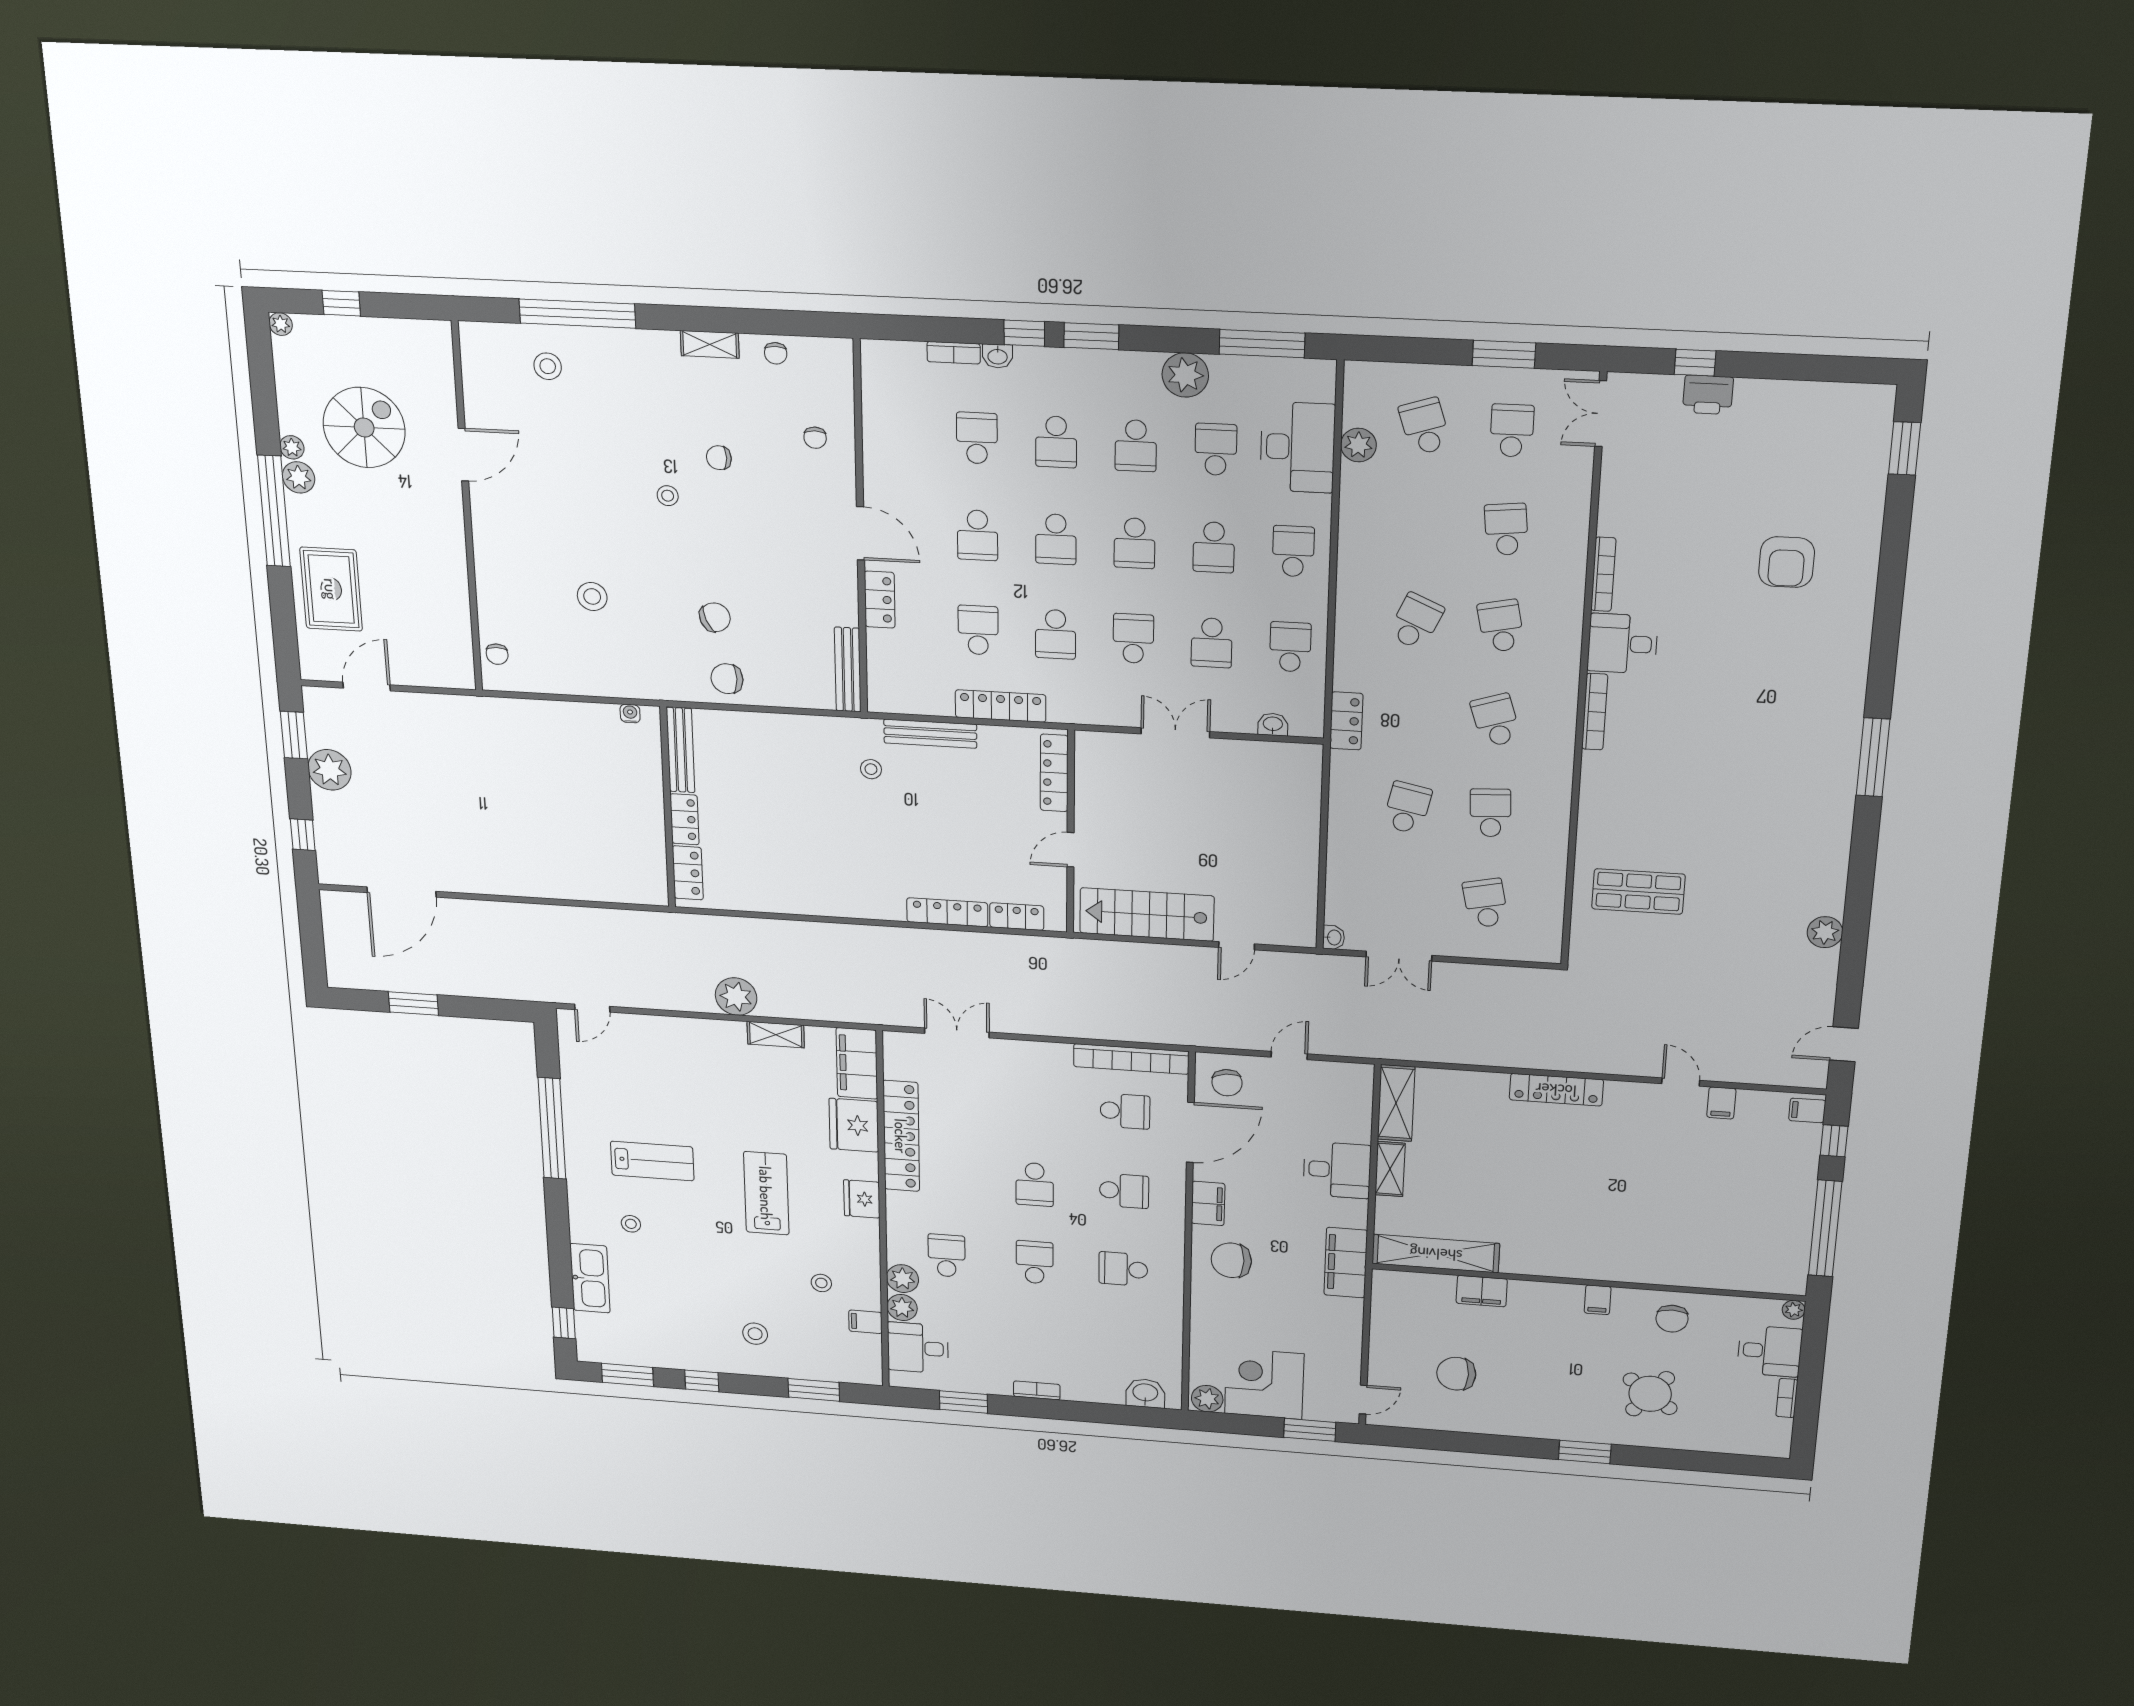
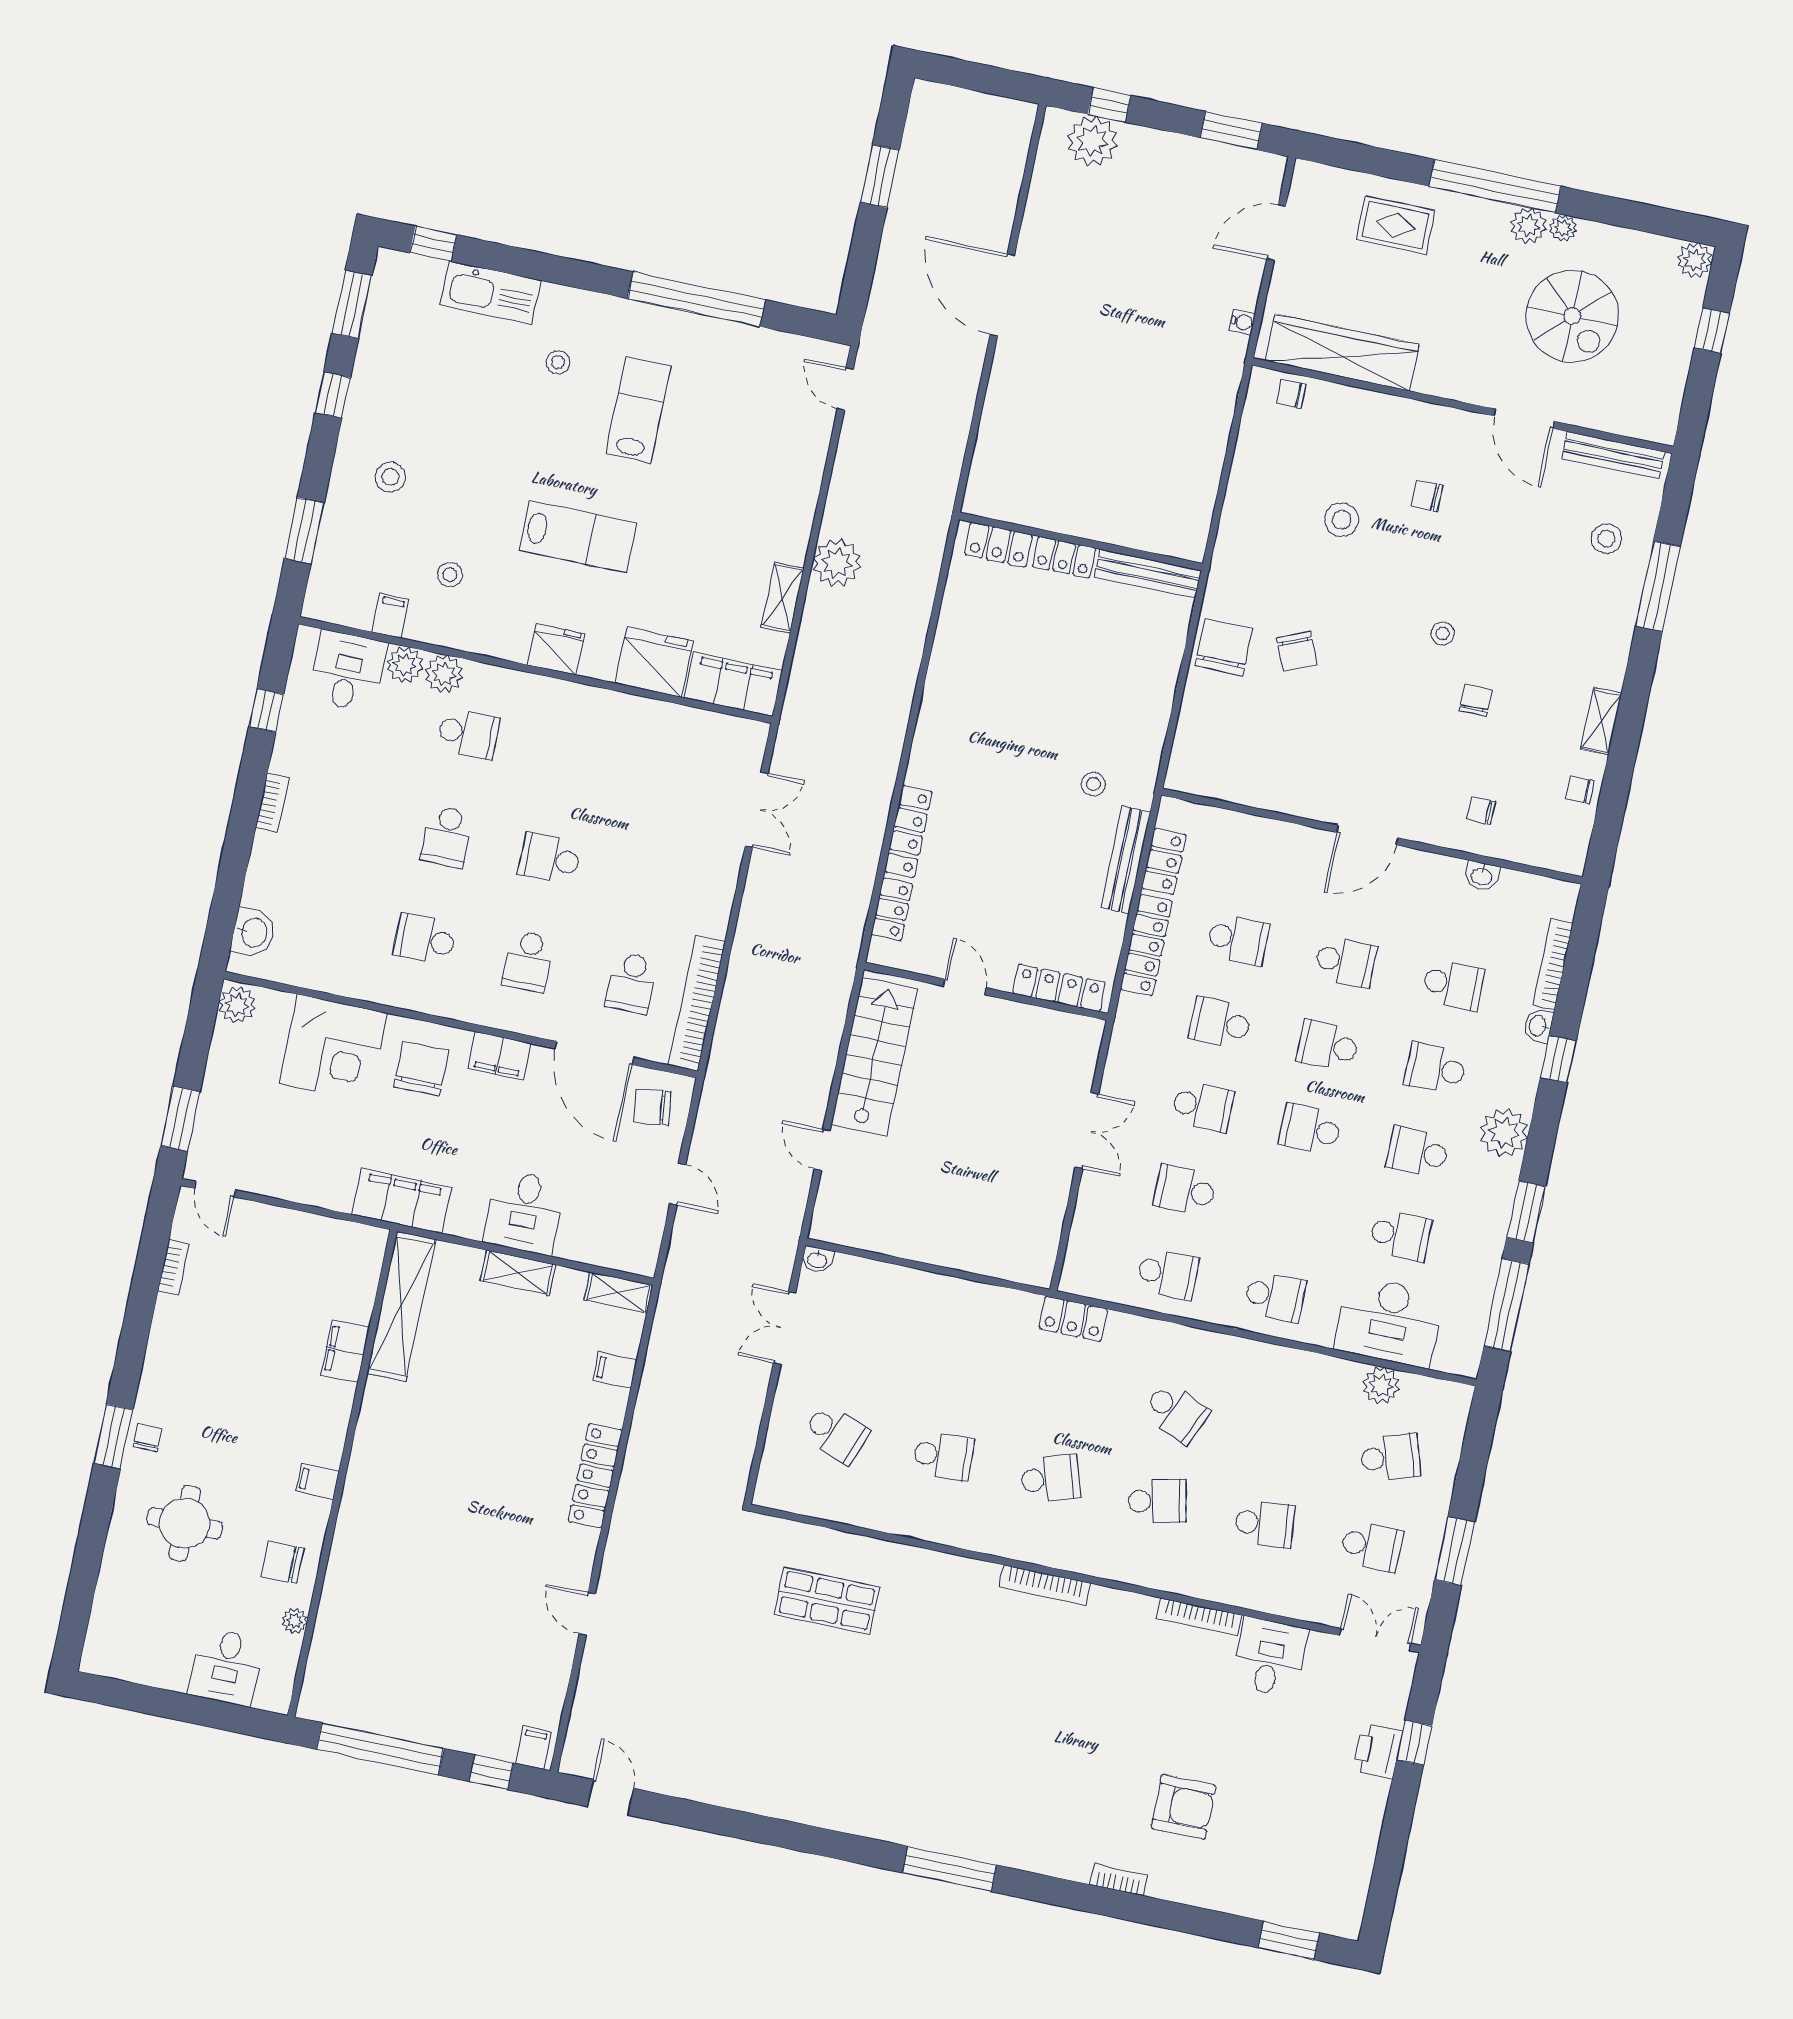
window: (577, 314) -> (1658, 586), width x0.68
plant: (281, 324) -> (1695, 260), width x1.38, depth x1.38
window: (1091, 336) -> (1526, 1212), moved
bookcase: (954, 353) -> (1553, 964), width x1.56
plant: (1185, 375) -> (1504, 1133), moved
chair: (552, 528) -> (1427, 496), added
school desk: (978, 535) -> (1345, 962), turned 180
school desk: (1214, 547) -> (1293, 1213), removed
armchair: (1787, 562) -> (1184, 1807), turned 180
rug: (331, 589) -> (1396, 225), width x0.73, depth x0.70
locker: (880, 600) -> (1164, 861), moved, turned -90
bookcase: (1865, 609) -> (1119, 1880), added
wardrobe: (451, 617) -> (1342, 353), added
desk: (1623, 644) -> (1270, 1657), moved
bench: (848, 670) -> (1613, 455), moved
chair: (727, 679) -> (1224, 647), width x1.37, depth x1.37
door: (367, 686) -> (1276, 233), swing flipped
water cooler: (630, 713) -> (1242, 322), moved
washbasin: (1273, 724) -> (1482, 876), moved, turned 90
plant: (330, 770) -> (1092, 141), moved
school desk: (1407, 808) -> (962, 1367), removed
shop shelf: (1638, 891) -> (827, 1601), turned 90
door: (402, 892) -> (1002, 295), moved
school desk: (1485, 903) -> (836, 1433), turned 33
plant: (1825, 932) -> (750, 1794), removed
door: (1681, 1082) -> (587, 1614), swing flipped
shelving: (1396, 1103) -> (618, 1292), width x0.67, depth x0.75
filing cabinet: (1721, 1103) -> (615, 1370), moved
locker: (901, 1136) -> (633, 715), removed
lab bench: (652, 1161) -> (638, 410), turned 180
school desk: (1035, 1262) -> (447, 837), turned 90
school desk: (1123, 1269) -> (425, 940), turned -90
plant: (1794, 1310) -> (295, 1621), moved
chair: (1456, 1374) -> (148, 1438), moved, width x0.54, depth x0.54
corner desk: (1264, 1384) -> (333, 1048), moved, turned 90
round table: (1650, 1394) -> (184, 1523), turned -37
bookcase: (1787, 1398) -> (173, 1267), moved, turned 90
window: (964, 1402) -> (266, 710), width x0.67

